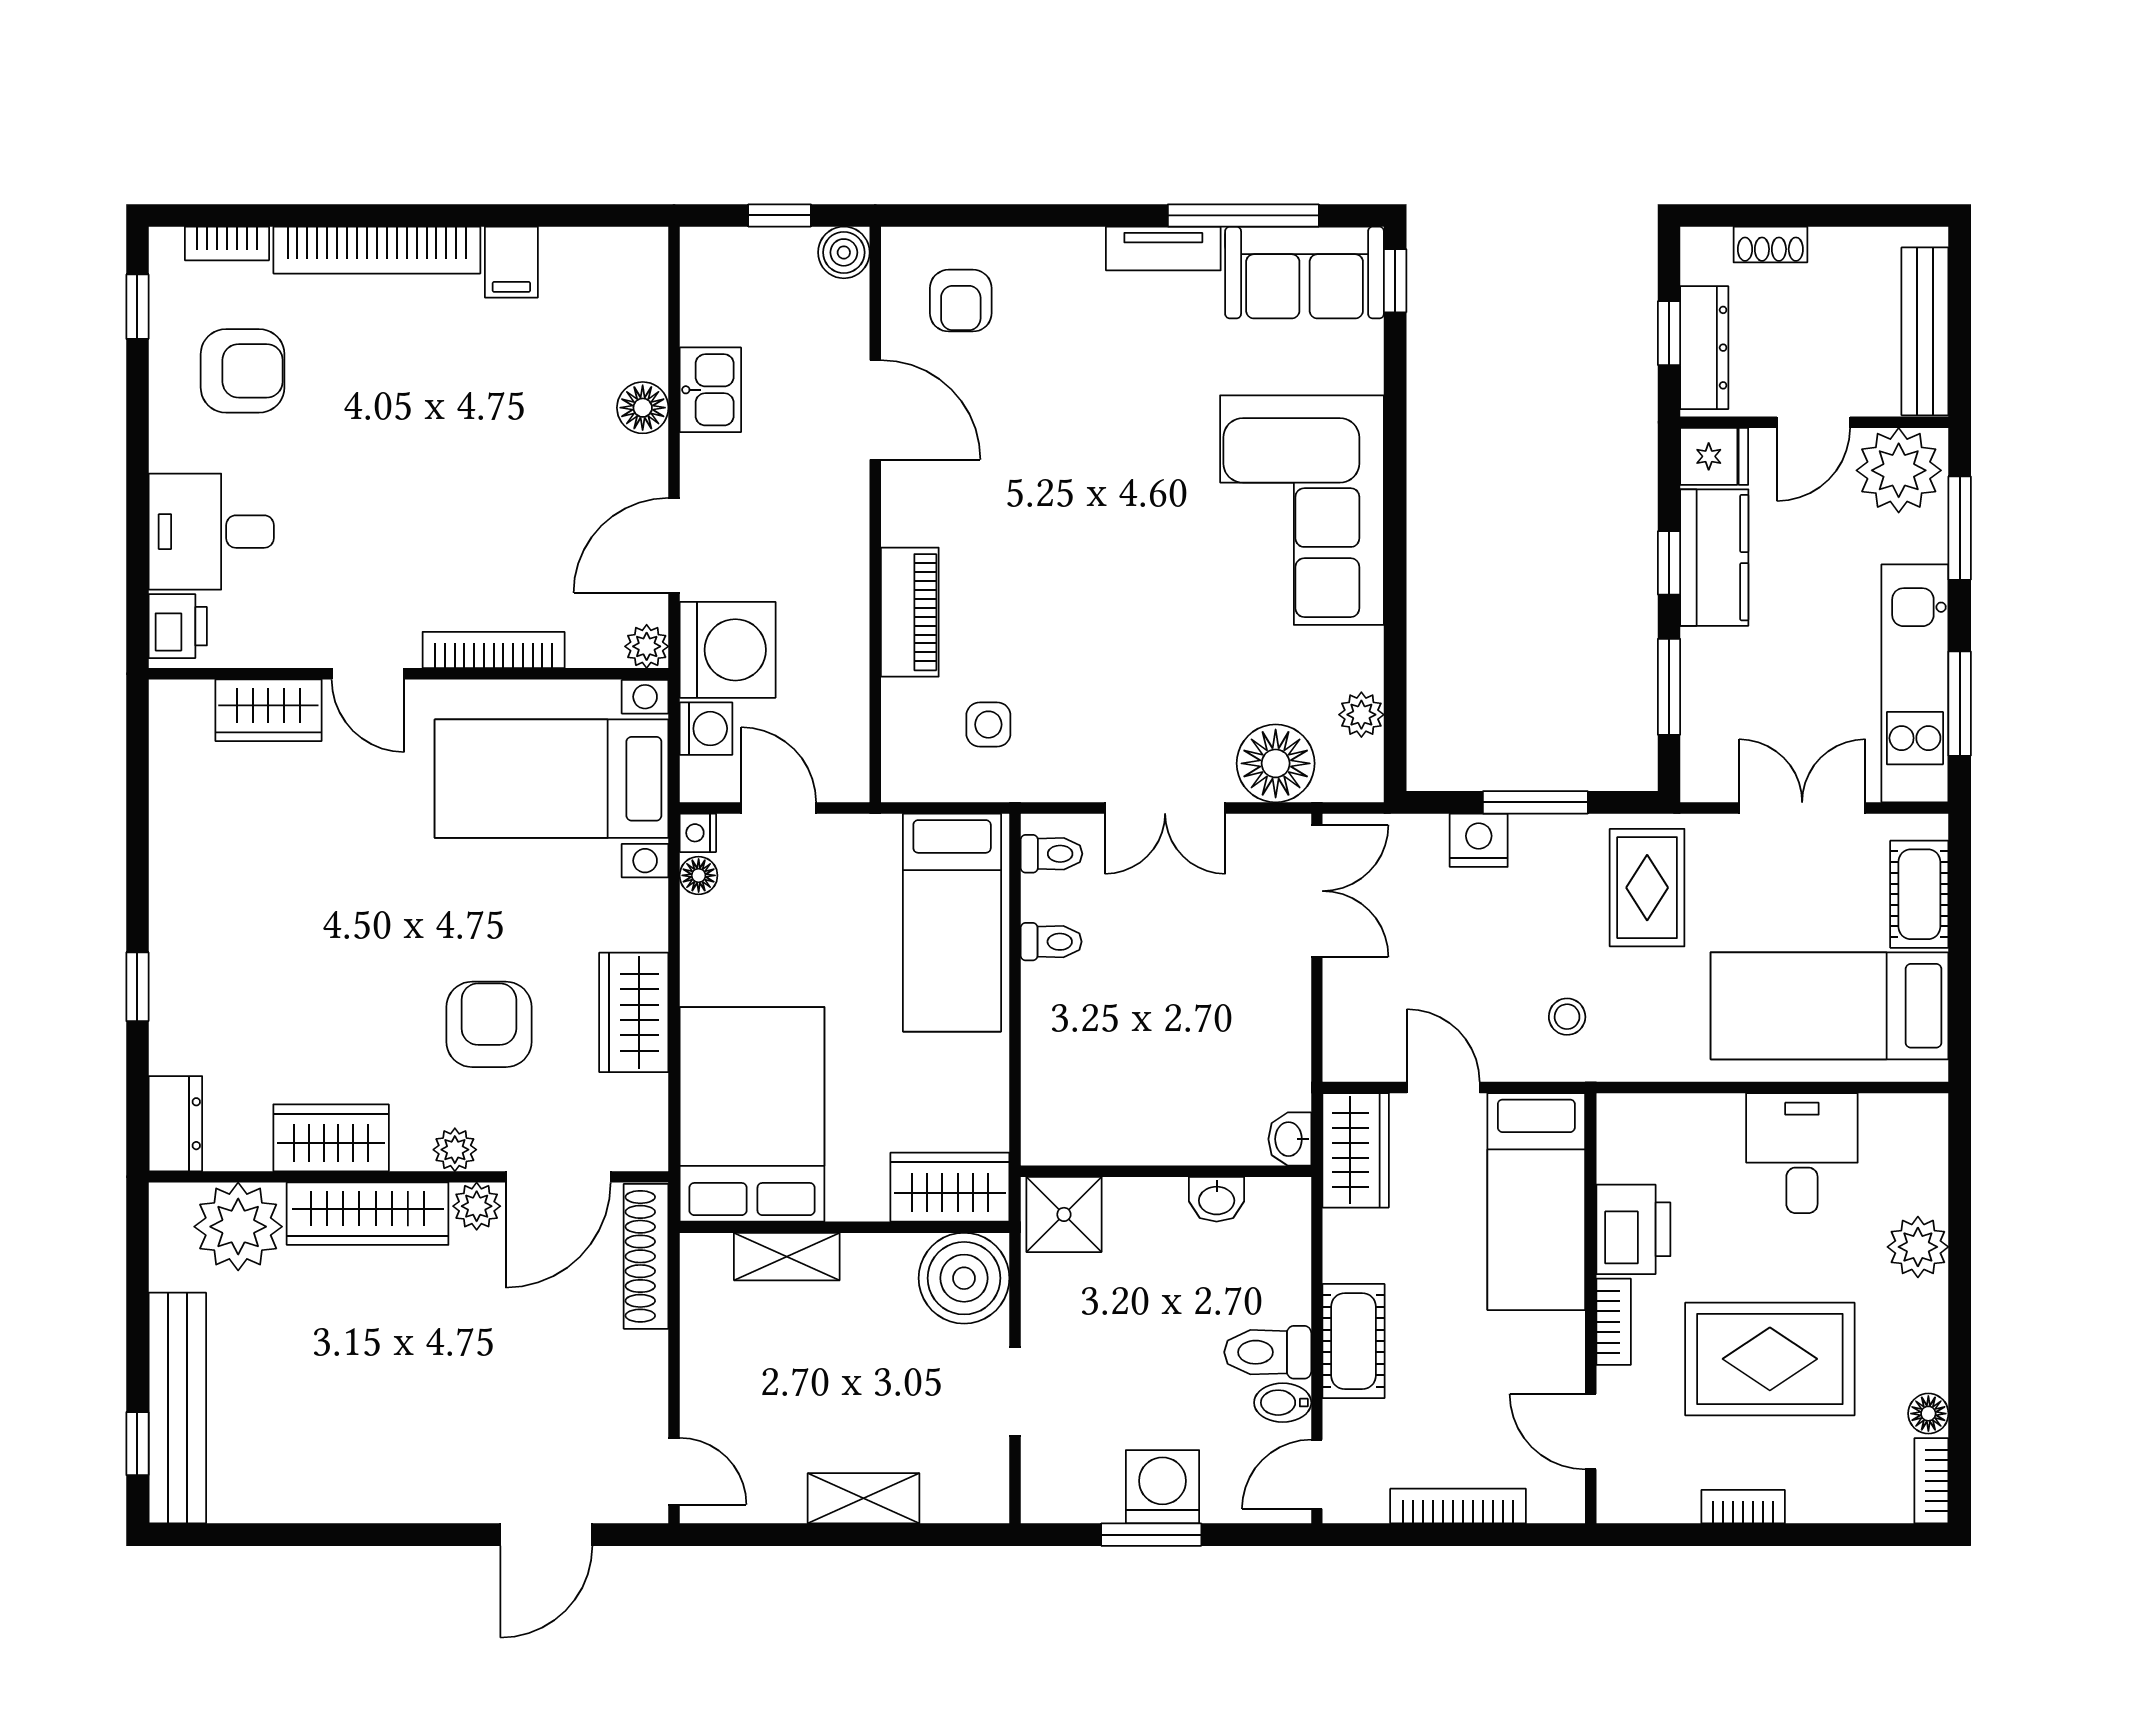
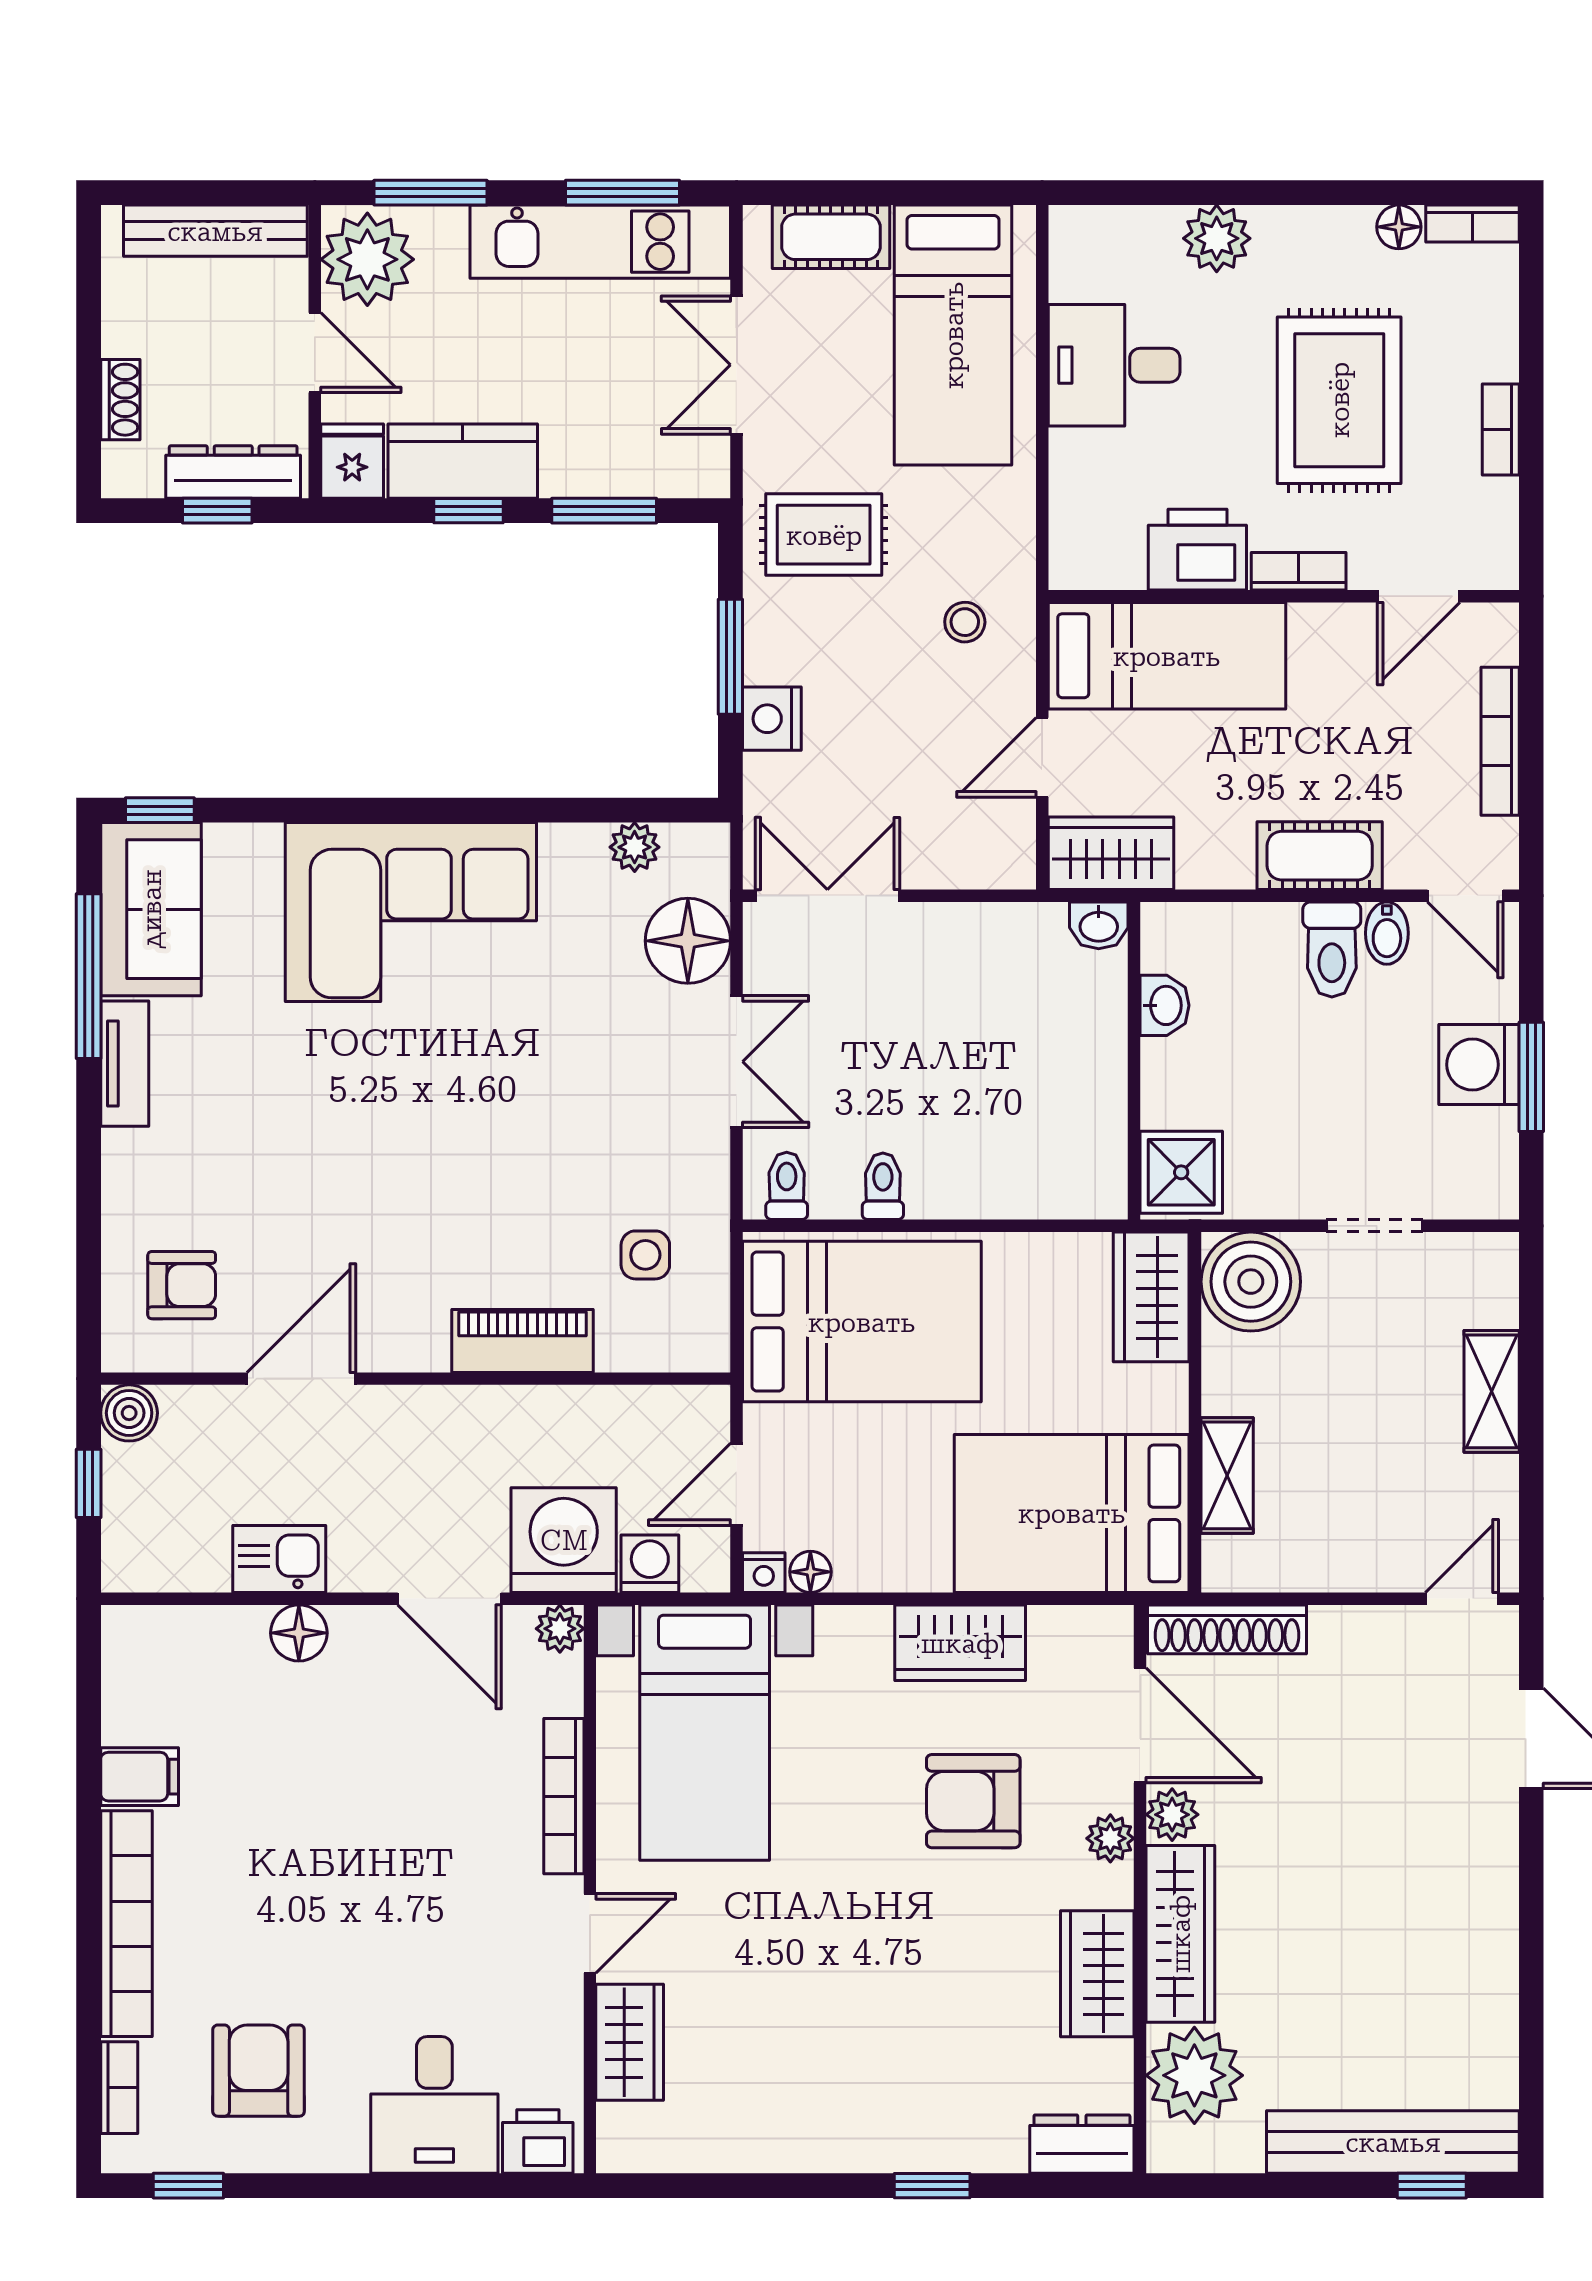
bed: (952, 923) -> (862, 1322), width x1.50

